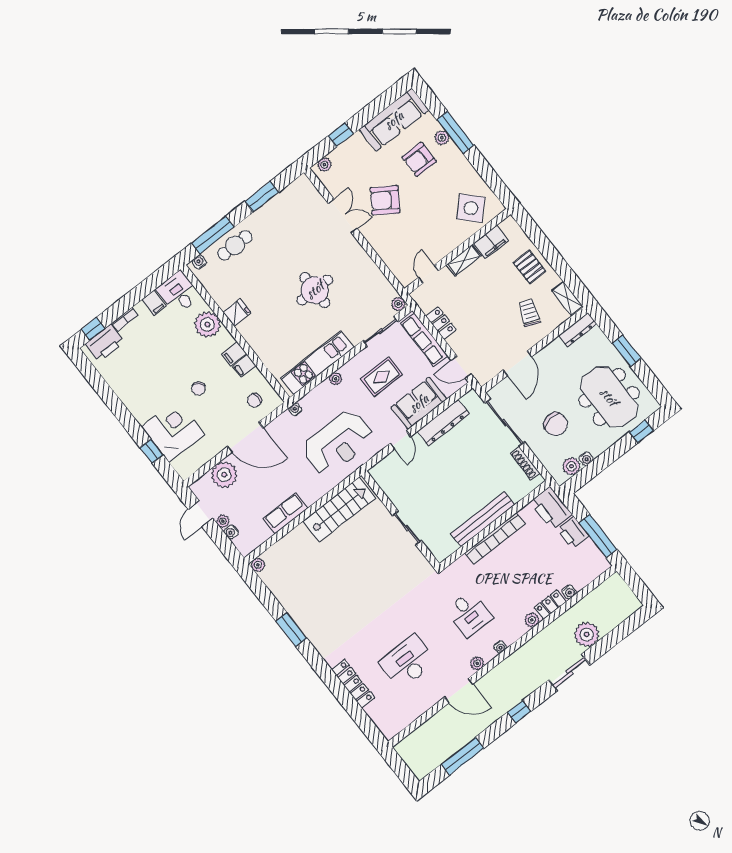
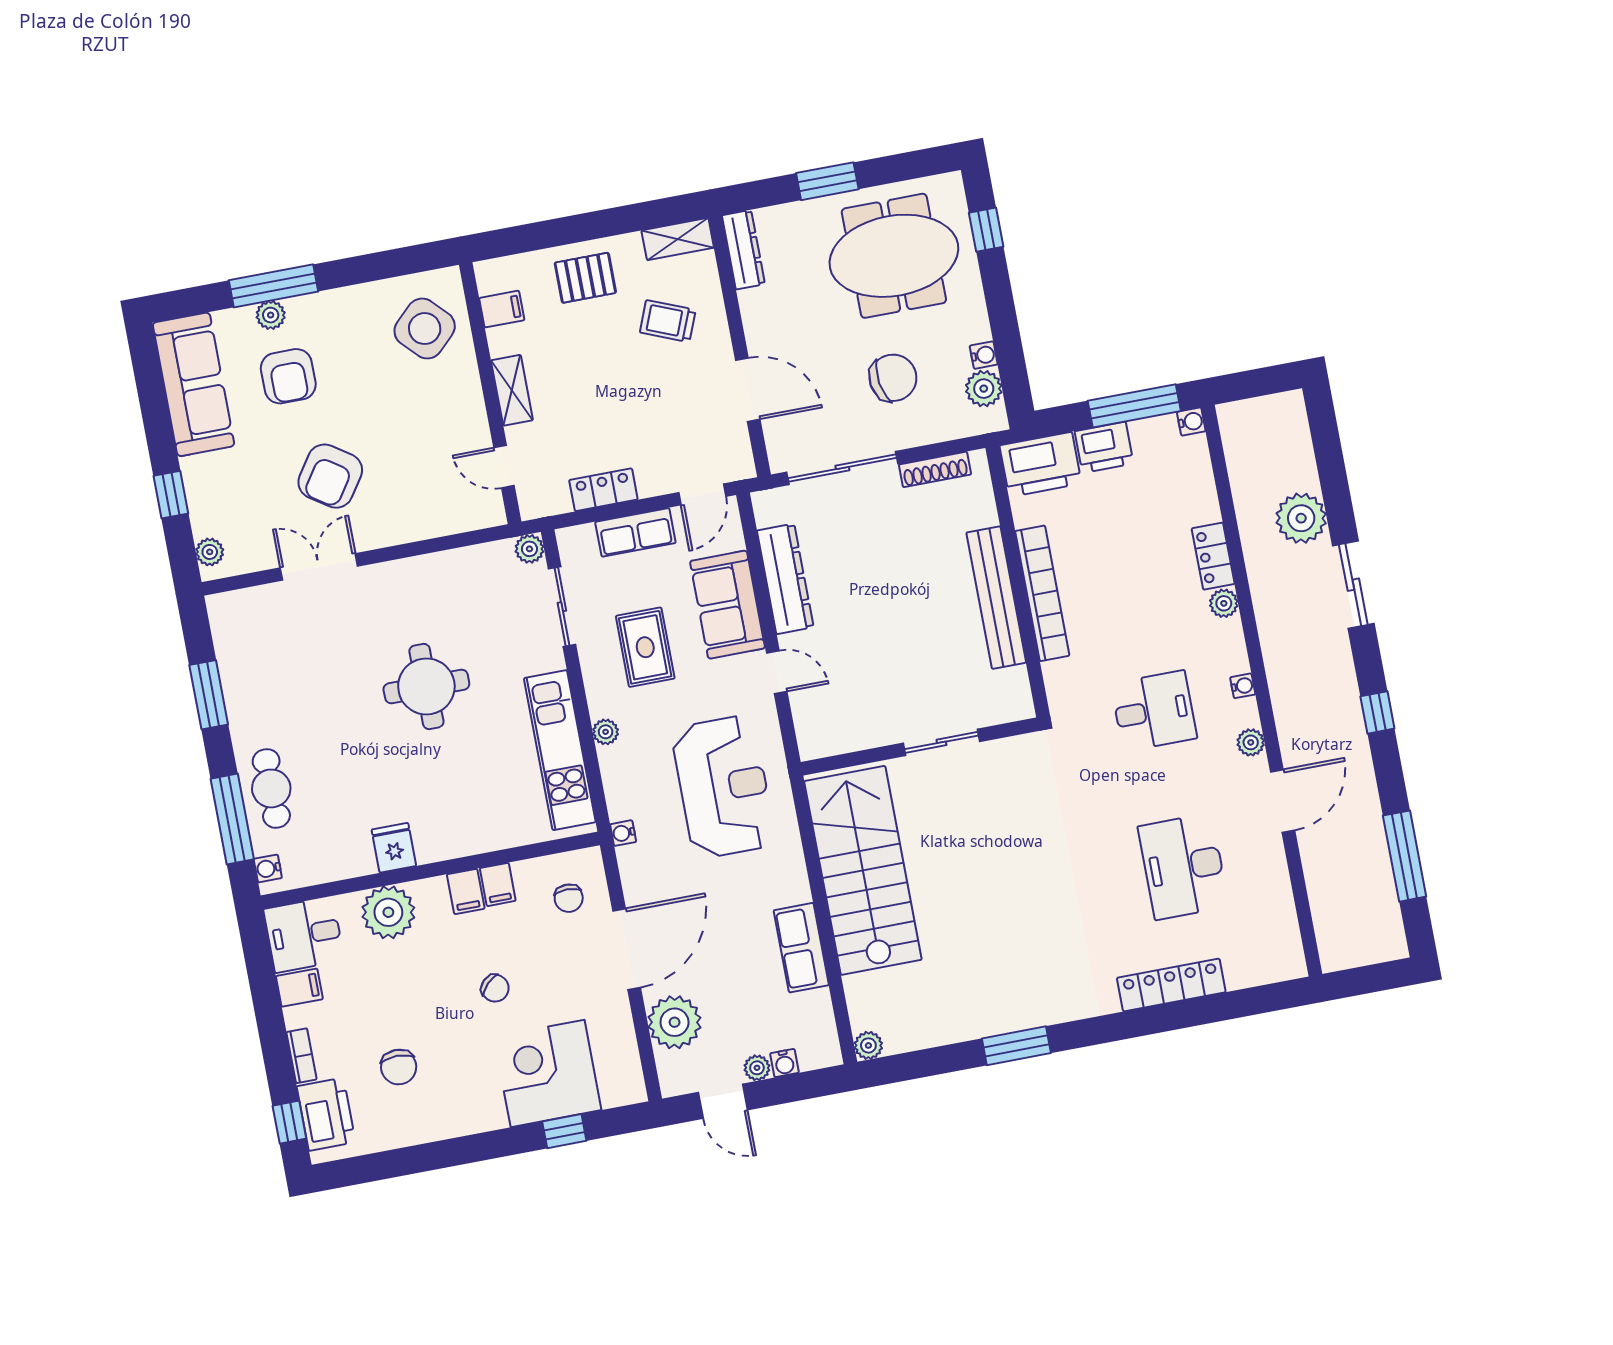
filing cabinet: (491, 242) -> (502, 309), width x0.50
row of seats: (424, 340) -> (635, 532), width x0.68
chair: (142, 364) -> (399, 1067), added
stairs: (339, 509) -> (863, 870), width x1.36, depth x1.51
water cooler: (569, 592) -> (1191, 422), moved

